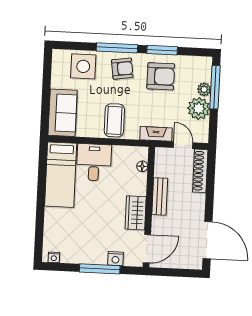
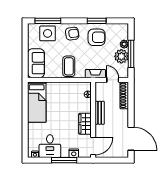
window: (117, 48) -> (48, 21), moved
window: (215, 87) -> (131, 54), moved
desk: (94, 162) -> (50, 146), moved, turned 180

